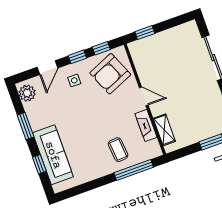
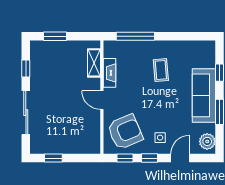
window: (145, 33) -> (53, 158), moved
coffee table: (118, 150) -> (161, 70), moved
sofa: (53, 155) -> (204, 95), moved

